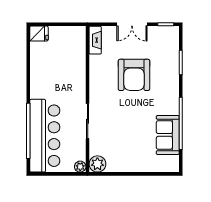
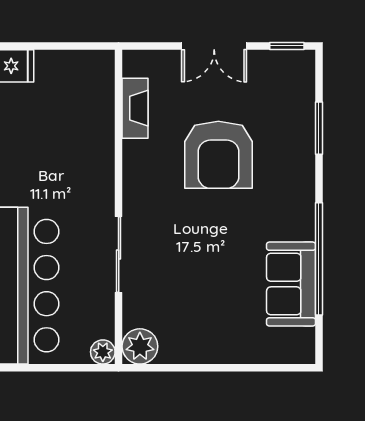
fireplace: (95, 40) -> (135, 108), moved

